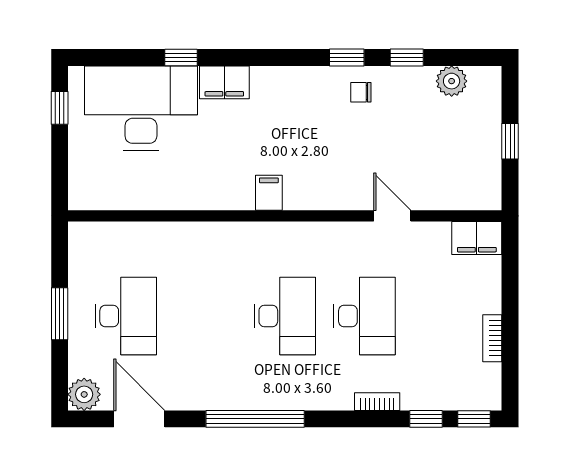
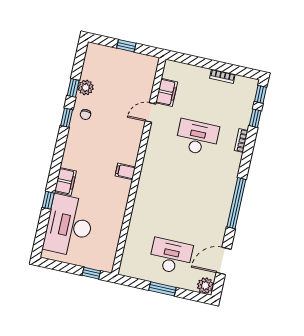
plant: (452, 81) -> (86, 87), moved
window: (60, 108) -> (91, 273), moved
filing cabinet: (477, 238) -> (167, 92), moved
desk: (285, 316) -> (188, 177), removed

